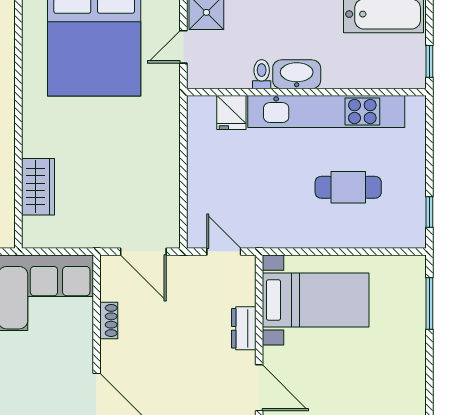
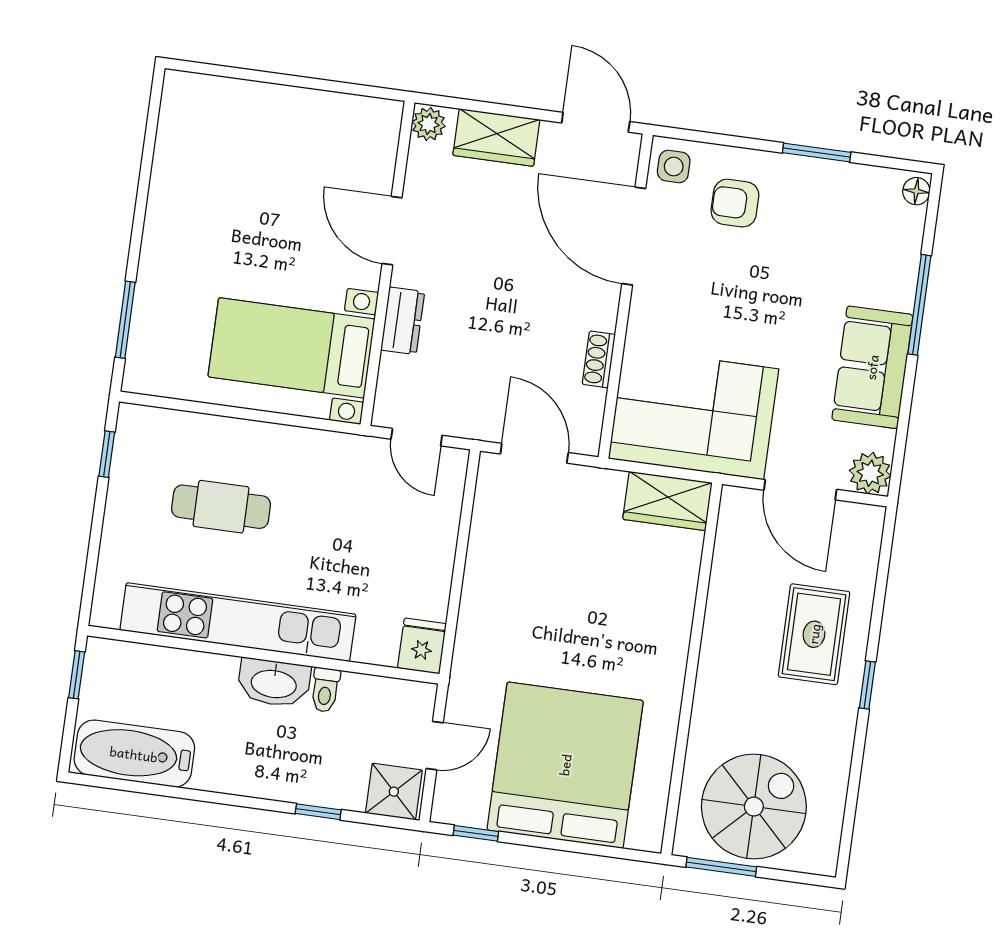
fridge: (231, 113) -> (422, 646), moved
wardrobe: (38, 187) -> (668, 501), moved, turned -90

